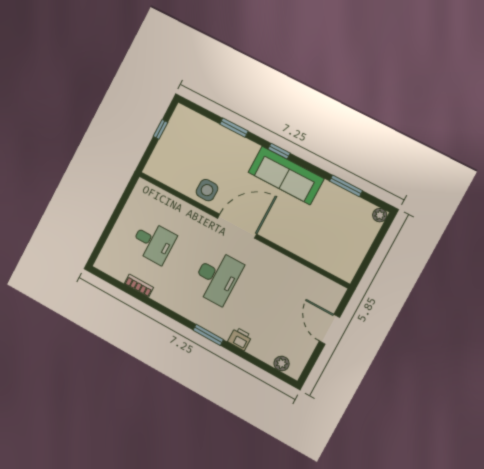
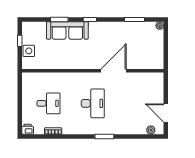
sofa: (286, 175) -> (67, 30), moved
side table: (207, 190) -> (29, 51), moved
door: (237, 226) -> (114, 71), moved
door: (329, 329) -> (166, 113), moved
printer: (240, 339) -> (28, 129), moved

